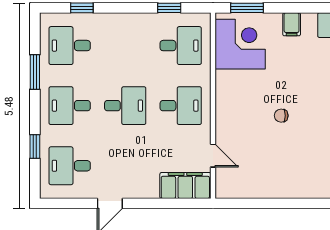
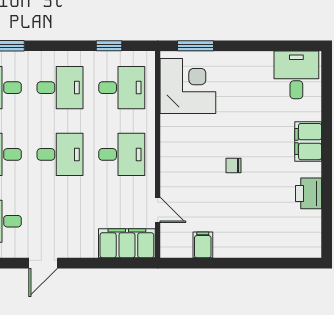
filing cabinet: (292, 24) -> (203, 245), moved, turned 180
desk: (125, 46) -> (60, 88), added

